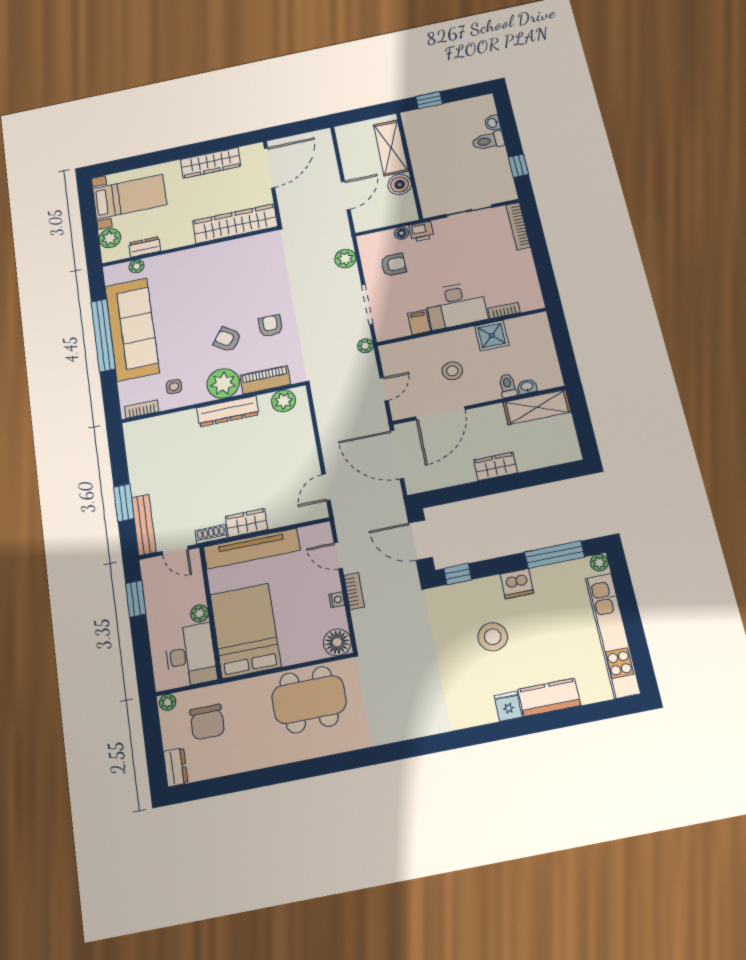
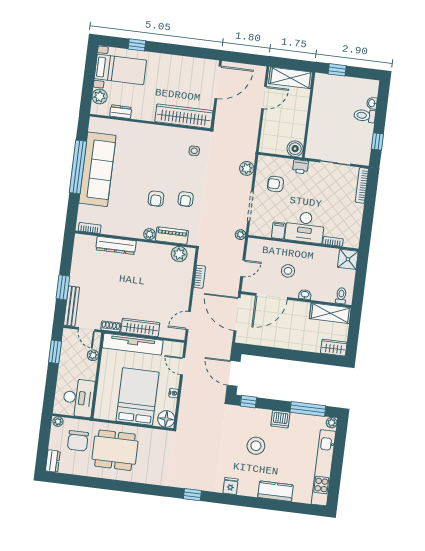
shelving: (391, 148) -> (291, 78), moved, turned 90
window: (144, 161) -> (137, 45), added
wardrobe: (211, 163) -> (180, 64), removed
boiler: (400, 185) -> (295, 149), moved
door: (346, 195) -> (264, 97), moved
floor lamp: (401, 233) -> (288, 163), removed
armchair: (393, 265) -> (275, 184), turned 180
plant: (137, 266) -> (112, 124), removed
armchair: (270, 326) -> (186, 199), turned 180
shower: (492, 336) -> (348, 259), moved
armchair: (227, 339) -> (156, 199), turned -125
plant: (223, 383) -> (149, 234), width x0.53, depth x0.53
toilet: (508, 386) -> (341, 296), moved
side table: (174, 387) -> (194, 151), moved
washbasin: (527, 387) -> (305, 295), moved
dresser: (228, 411) -> (116, 245), moved
wardrobe: (496, 466) -> (334, 348), moved
wardrobe: (246, 523) -> (140, 327), width x1.50
bookcase: (354, 591) -> (200, 277), moved
plant: (200, 614) -> (93, 355), moved
bed: (245, 631) -> (137, 397), moved
dining table: (309, 700) -> (115, 450), moved
fridge: (508, 706) -> (231, 486), moved
window: (417, 747) -> (192, 495), added

